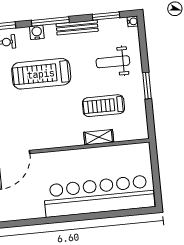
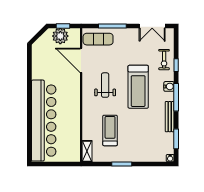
weight bench: (113, 62) -> (105, 85), moved
treadmill: (41, 74) -> (138, 87), turned 180
shelving: (99, 137) -> (87, 151), moved

